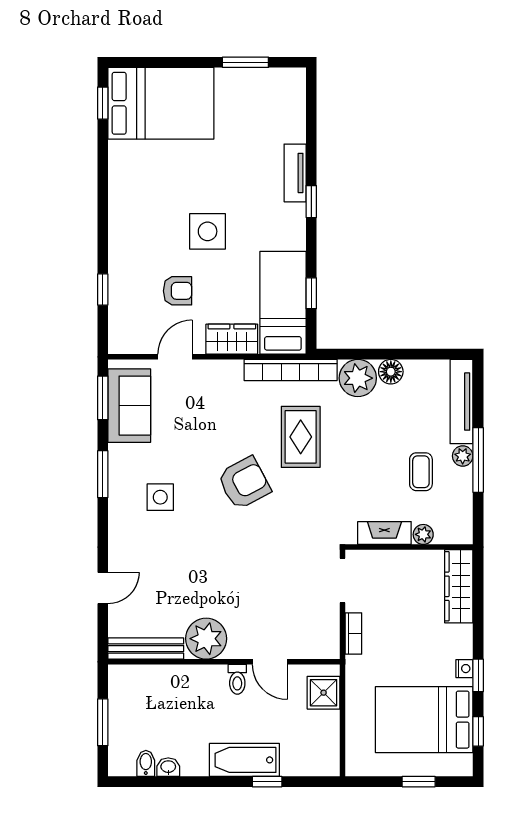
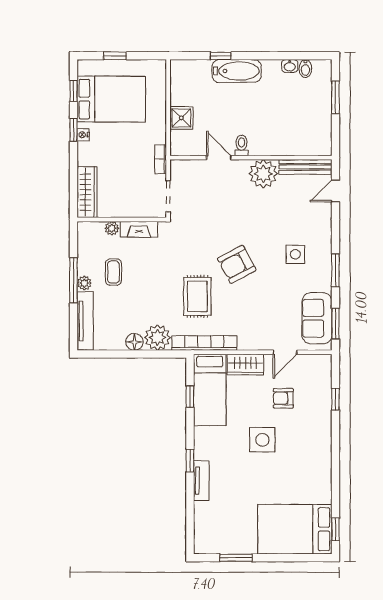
plant: (206, 639) -> (263, 174), moved
bench: (146, 649) -> (305, 167), moved
wall: (224, 662) -> (251, 158), moved
door: (270, 662) -> (219, 158), moved
toilet: (237, 679) -> (242, 145), moved

